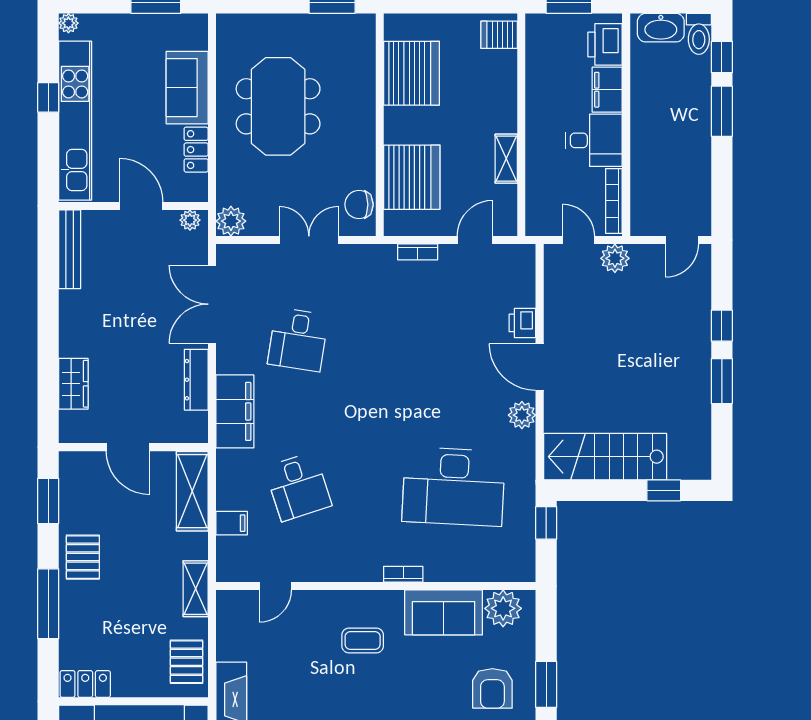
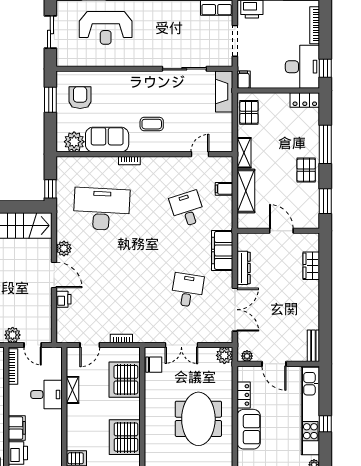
desk: (594, 140) -> (46, 395), moved, turned 180
bench: (70, 249) -> (313, 346), width x0.73
shelving: (192, 491) -> (246, 191), moved

